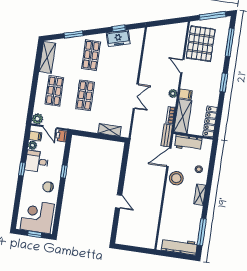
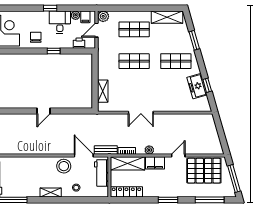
filing cabinet: (185, 94) -> (155, 163), width x2.00
printer: (61, 136) -> (79, 43), moved
door: (119, 201) -> (43, 111), moved

